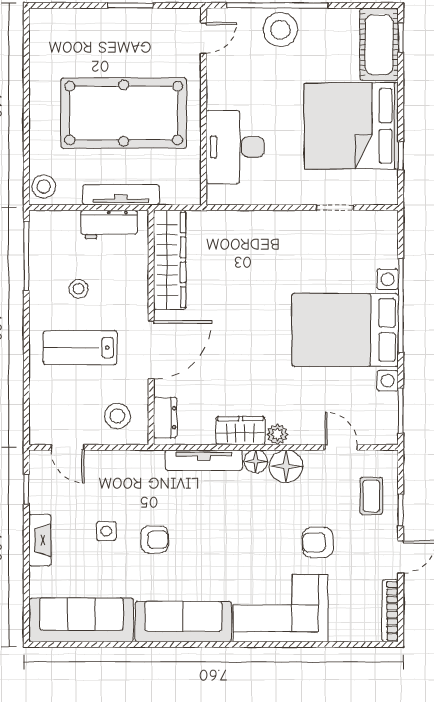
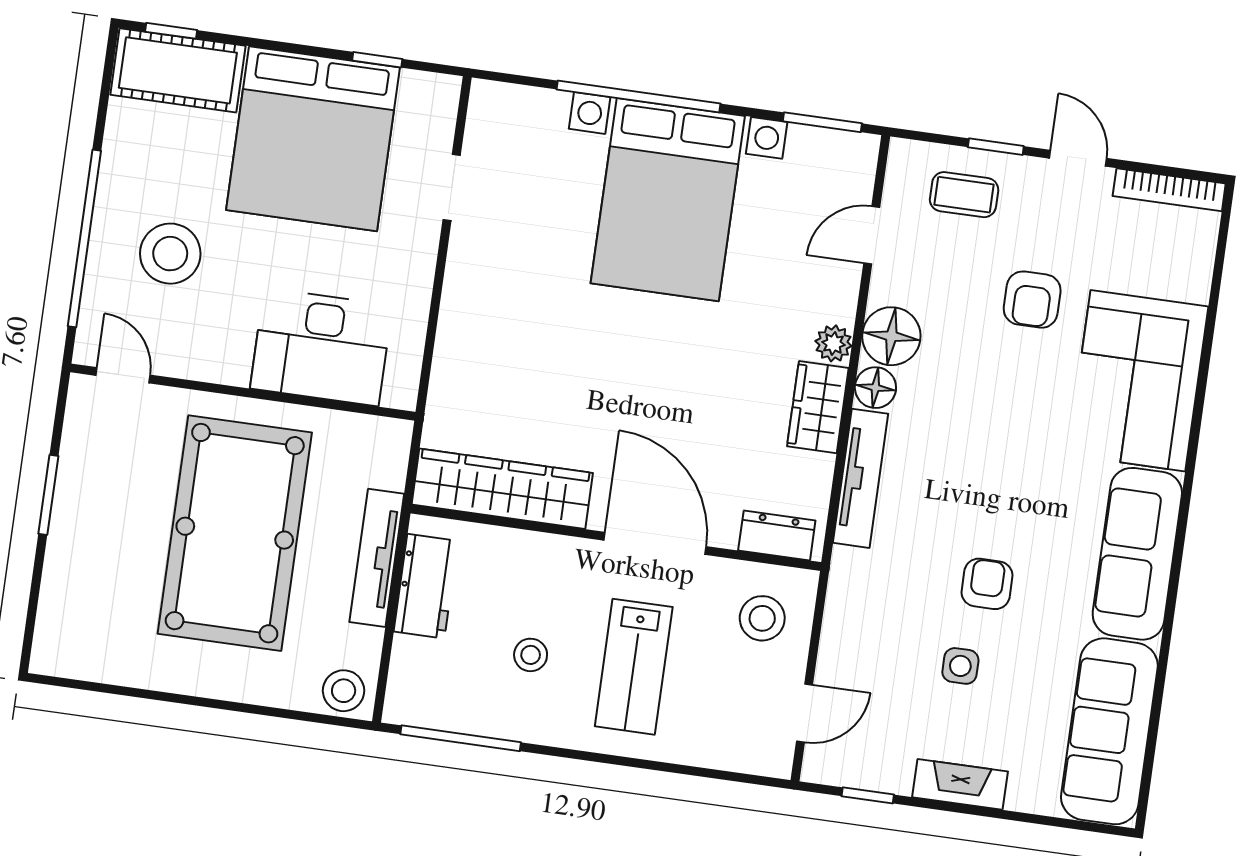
stool: (280, 30) -> (170, 254), moved

